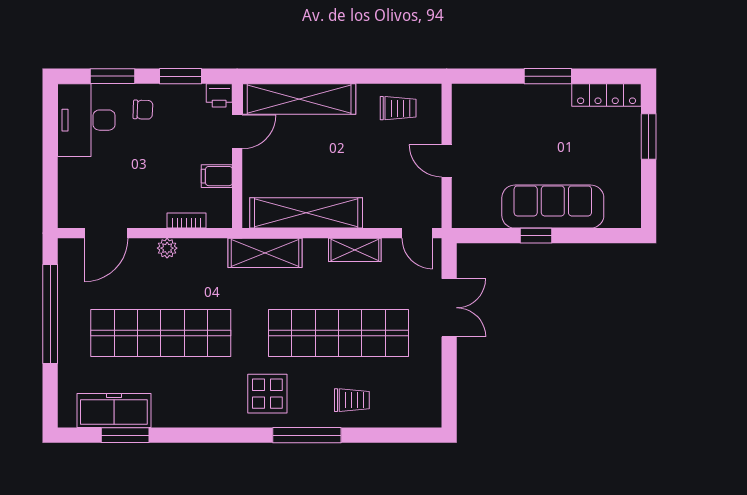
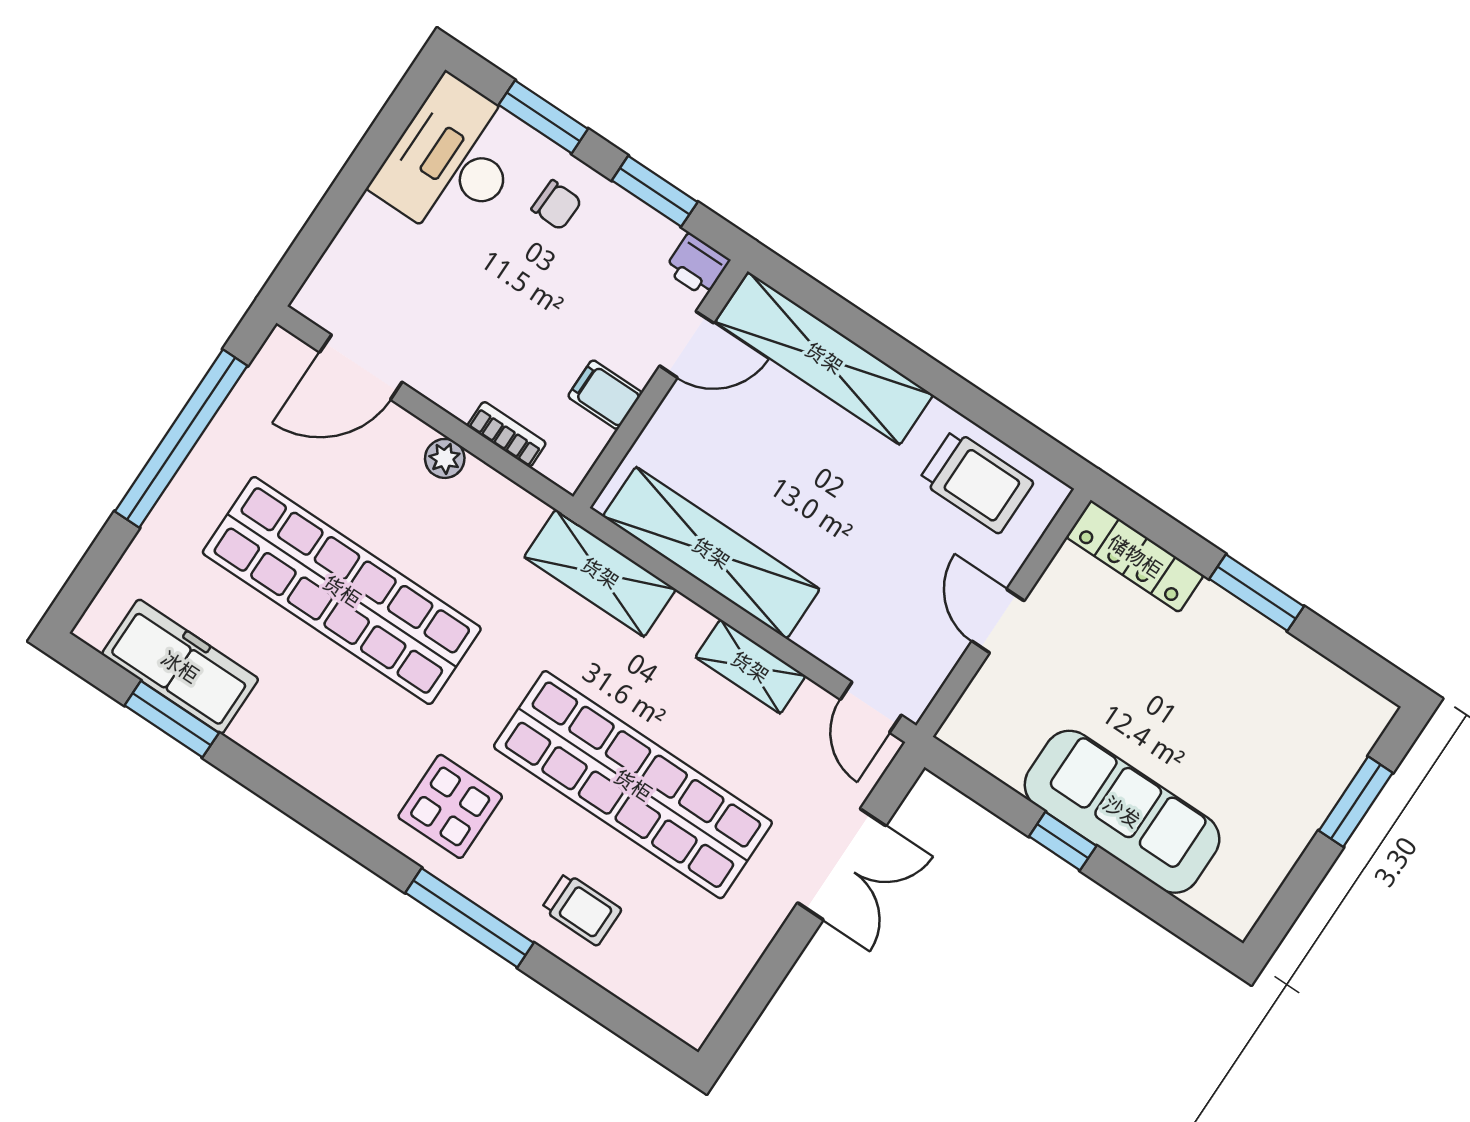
locker: (607, 95) -> (1135, 556), moved
trolley: (398, 108) -> (976, 481), width x1.36, depth x1.39

